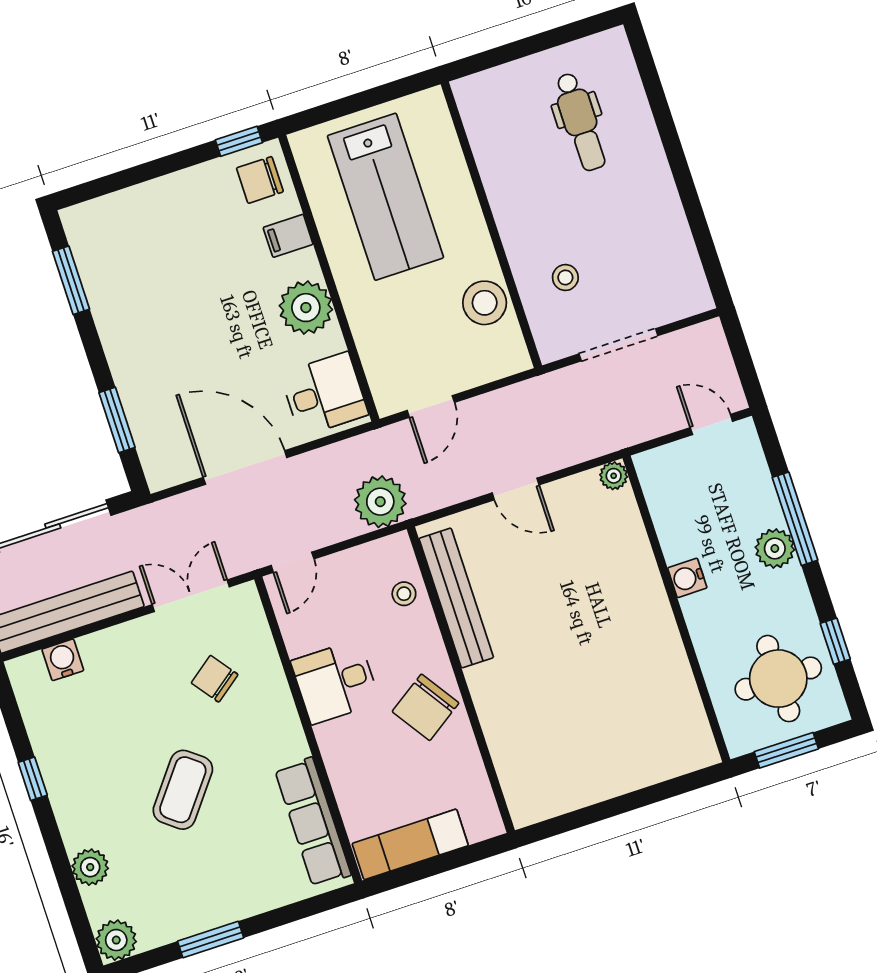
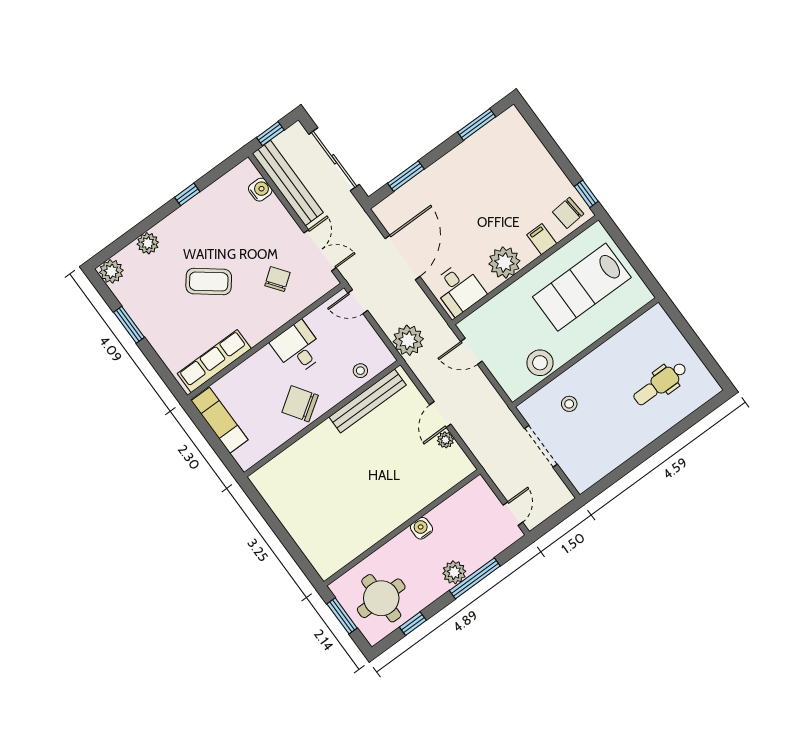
chair: (260, 180) -> (568, 213), turned -95
plant: (614, 476) -> (445, 440), moved

